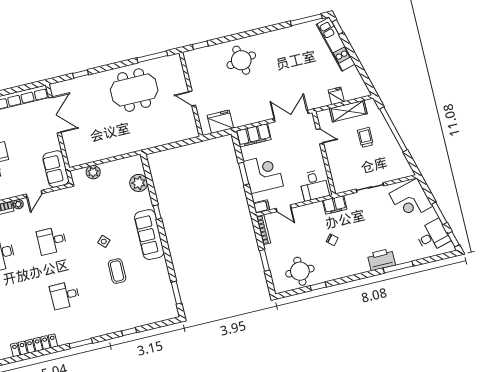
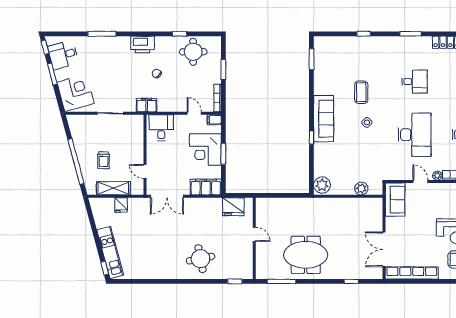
window: (306, 20) -> (132, 281), removed
plant: (139, 183) -> (322, 185), moved
door: (34, 194) -> (420, 182), hinge flipped
desk: (52, 241) -> (415, 135), width x1.87, depth x1.30
printer: (381, 259) -> (143, 45), moved

